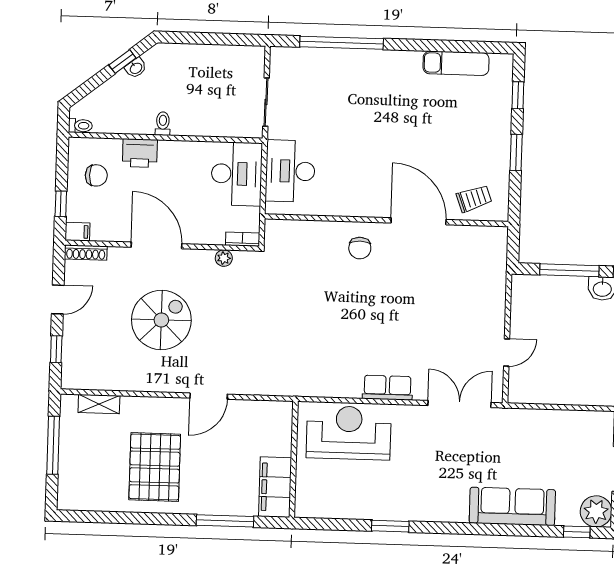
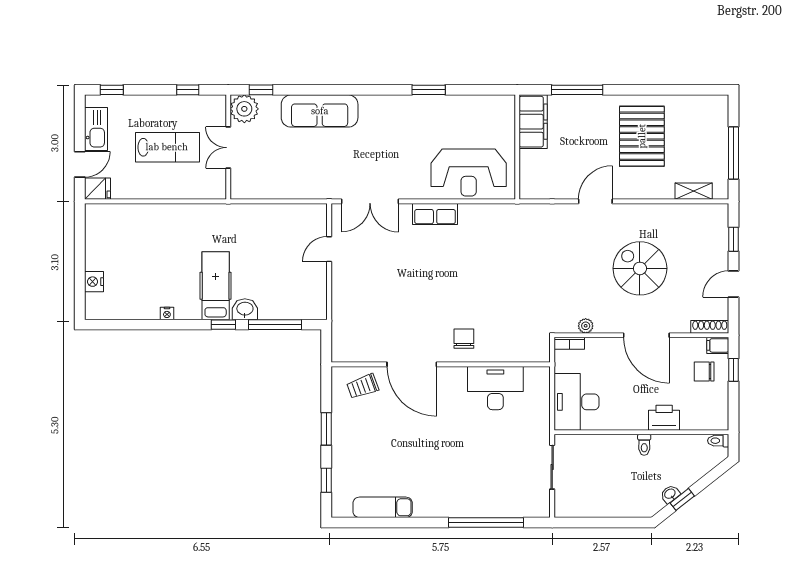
desk: (290, 171) -> (495, 388), moved, turned -90
chair: (96, 175) -> (704, 371), moved
spiral stairs: (161, 320) -> (640, 268), turned 90

